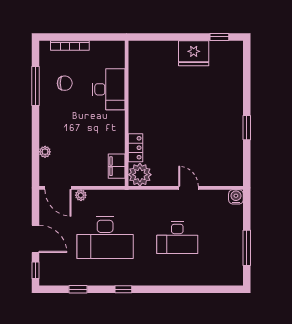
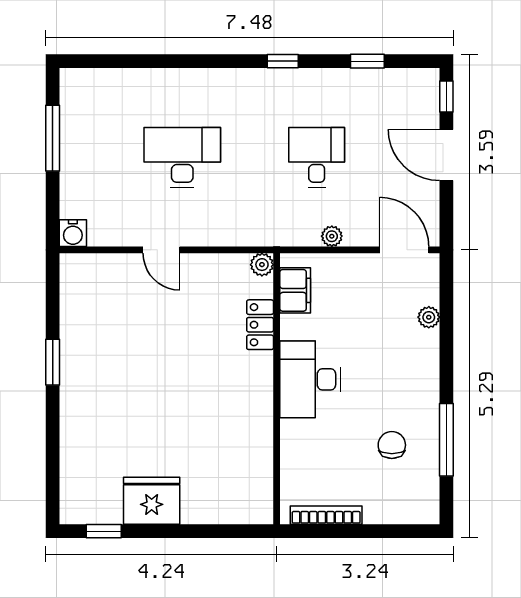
bookcase: (70, 46) -> (326, 515), moved
chair: (65, 83) -> (392, 445), turned 90
desk: (109, 89) -> (310, 379), moved
plant: (140, 175) -> (262, 265), width x0.53, depth x0.53
plant: (81, 195) -> (332, 236), moved
desk: (105, 238) -> (317, 157), width x0.53, depth x0.77

